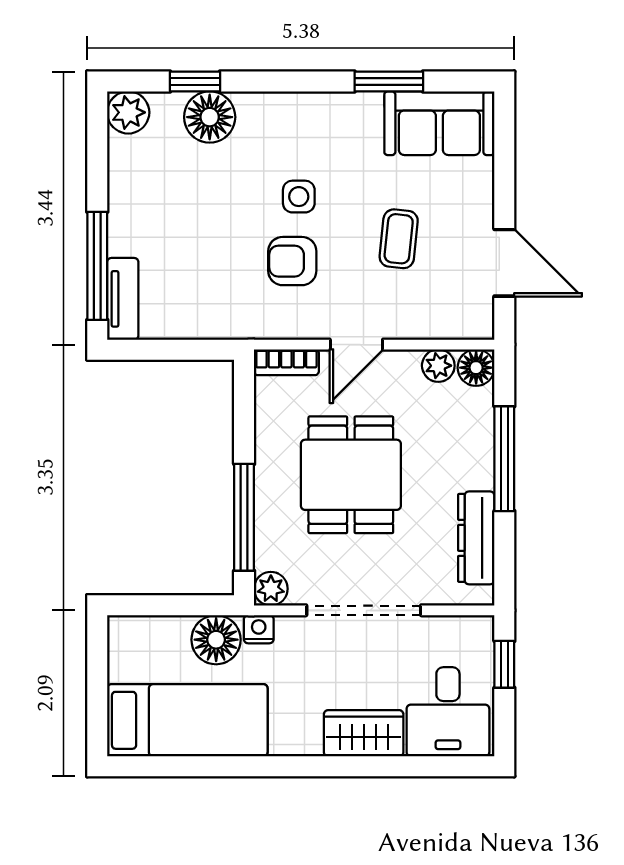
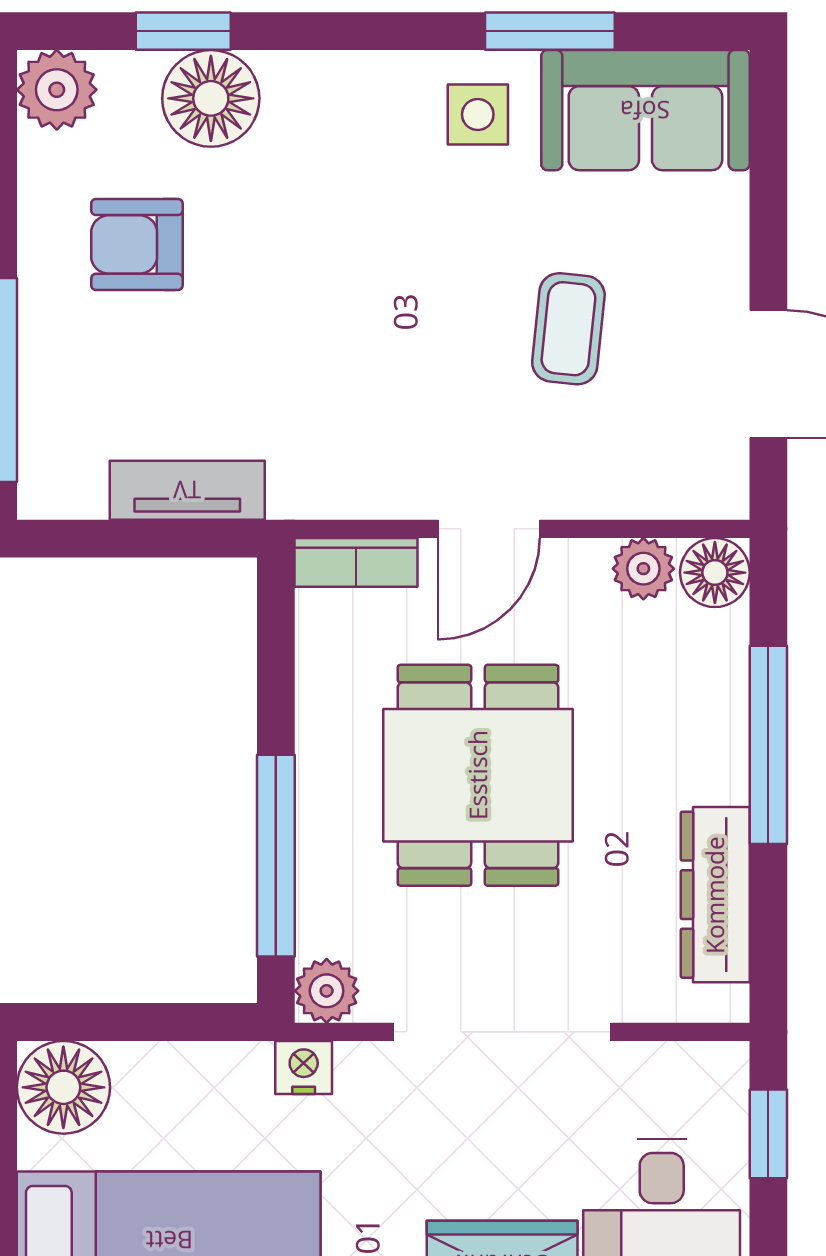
side table: (299, 197) -> (478, 115), moved
armchair: (292, 261) -> (137, 244), moved
tv unit: (123, 299) -> (187, 490), moved, turned -90
floor lamp: (216, 640) -> (63, 1087), moved

